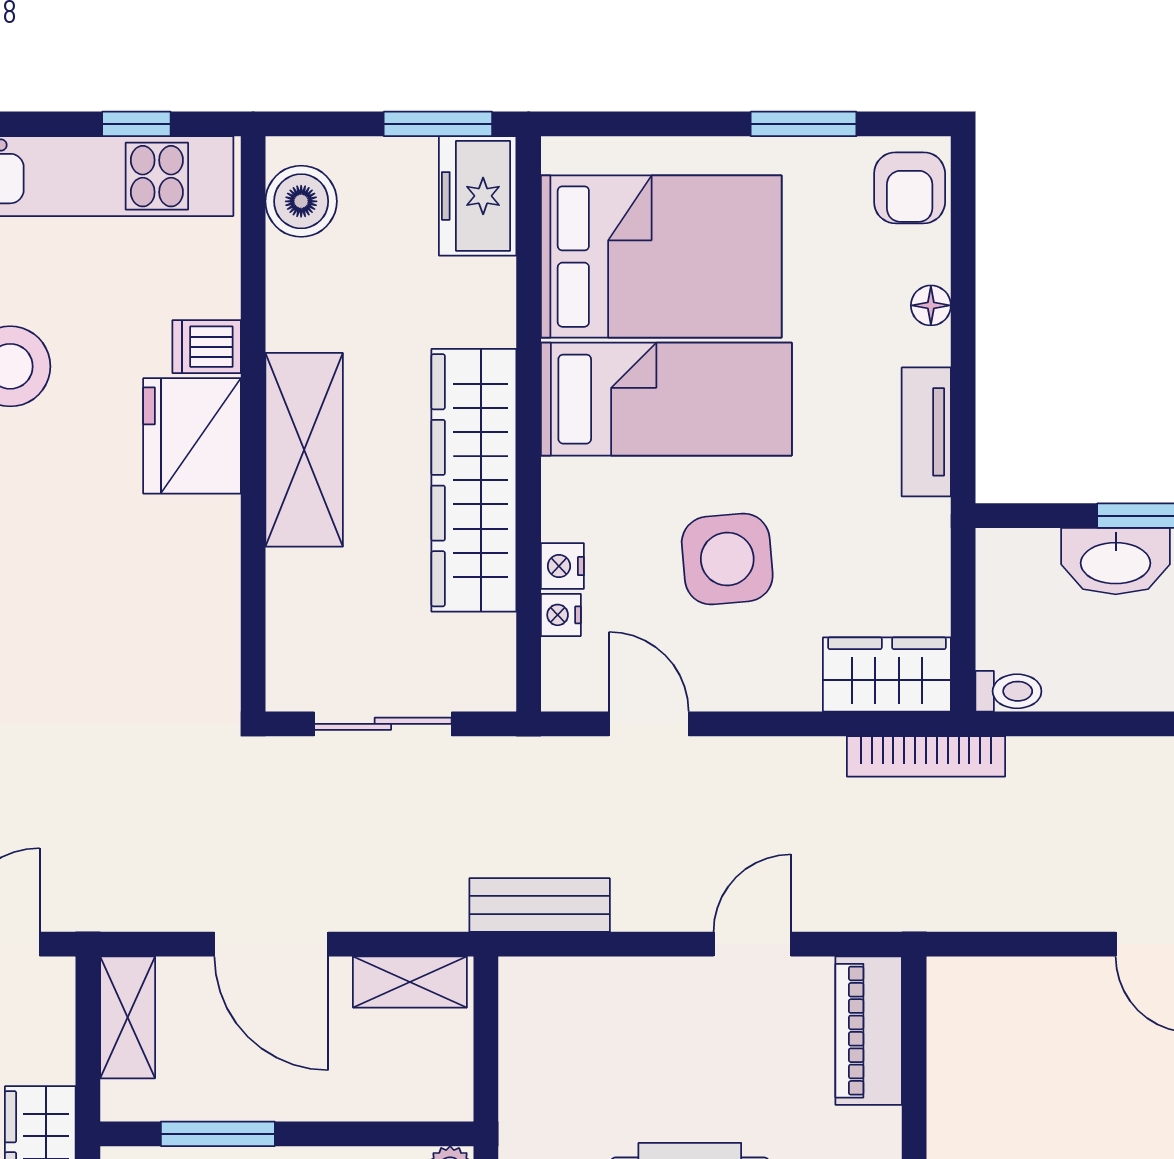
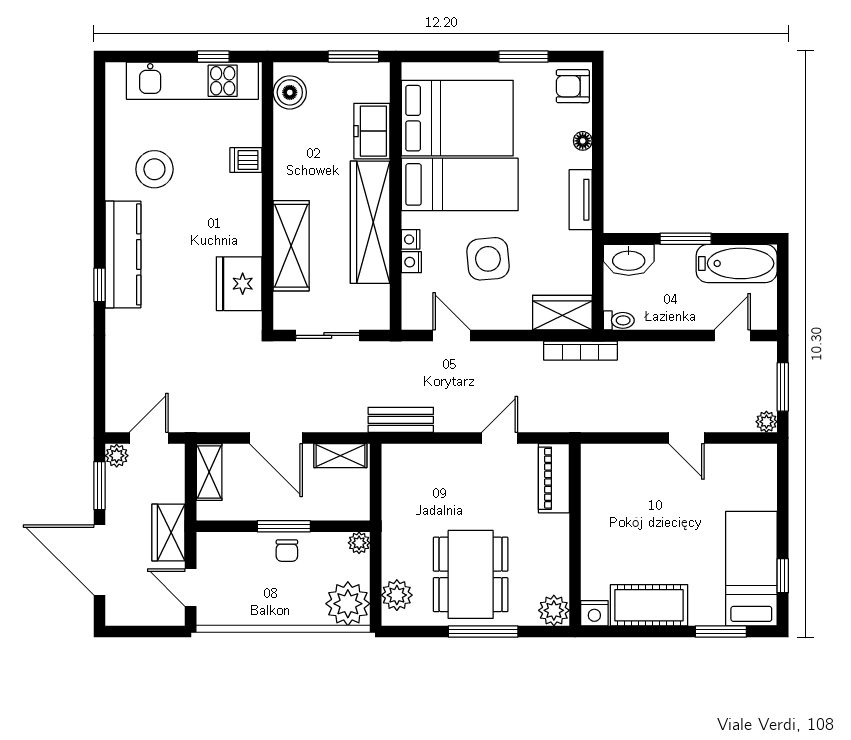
armchair: (910, 188) -> (573, 86), turned 90
freezer: (478, 196) -> (372, 131), moved
fridge: (192, 436) -> (239, 284), moved
shelving: (304, 450) -> (291, 246), moved
washbasin: (1116, 561) -> (629, 260), moved
nightstand: (561, 615) -> (411, 239), moved
window: (218, 1134) -> (284, 526), moved

